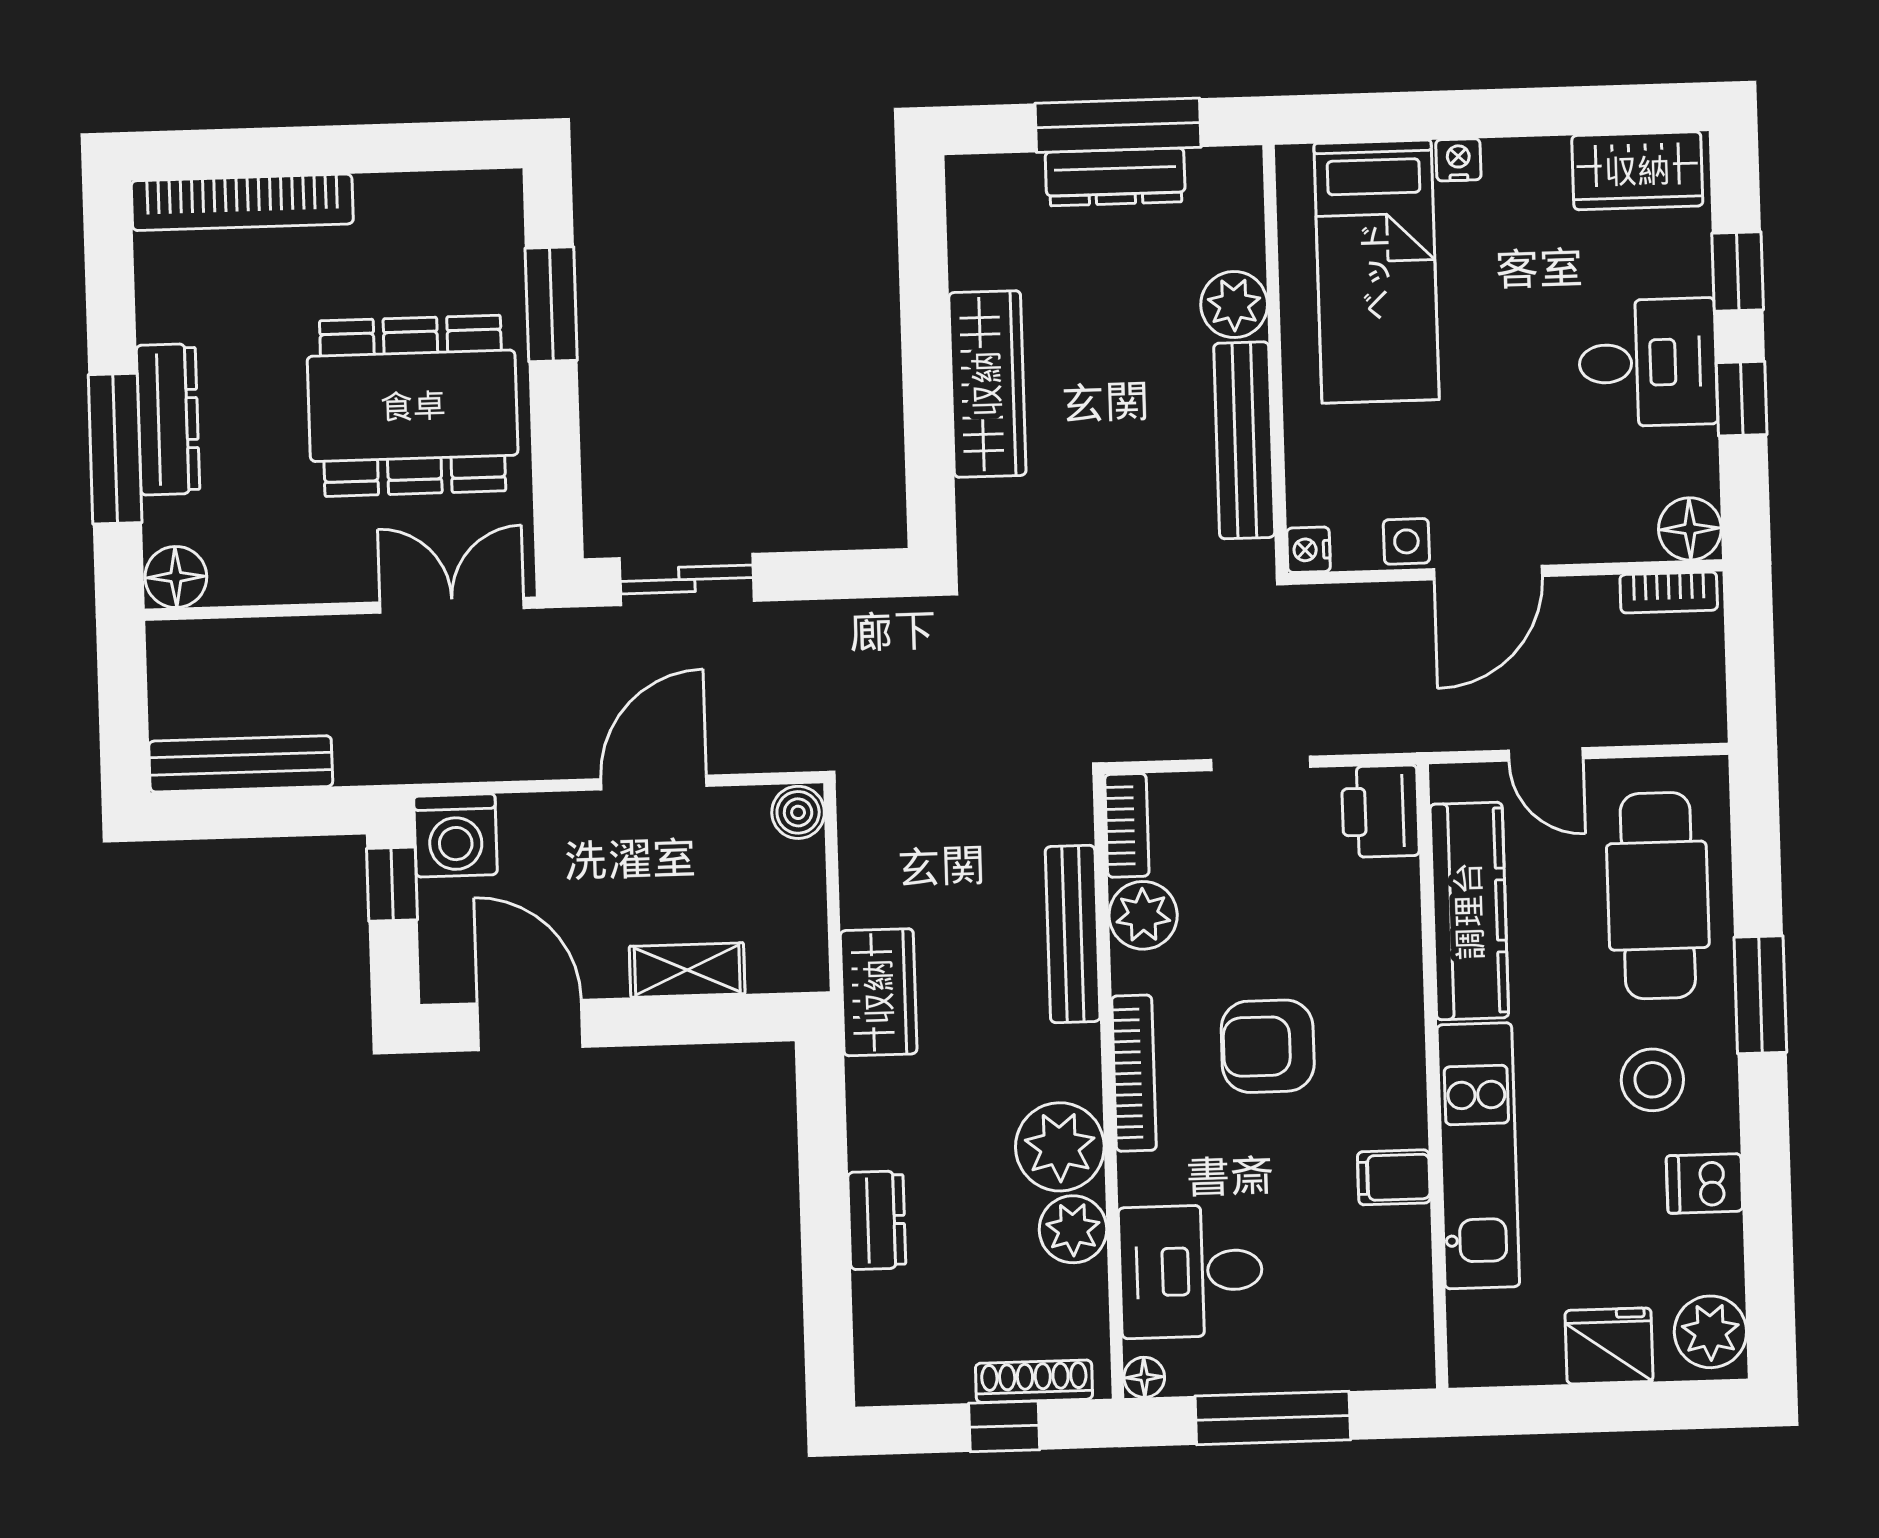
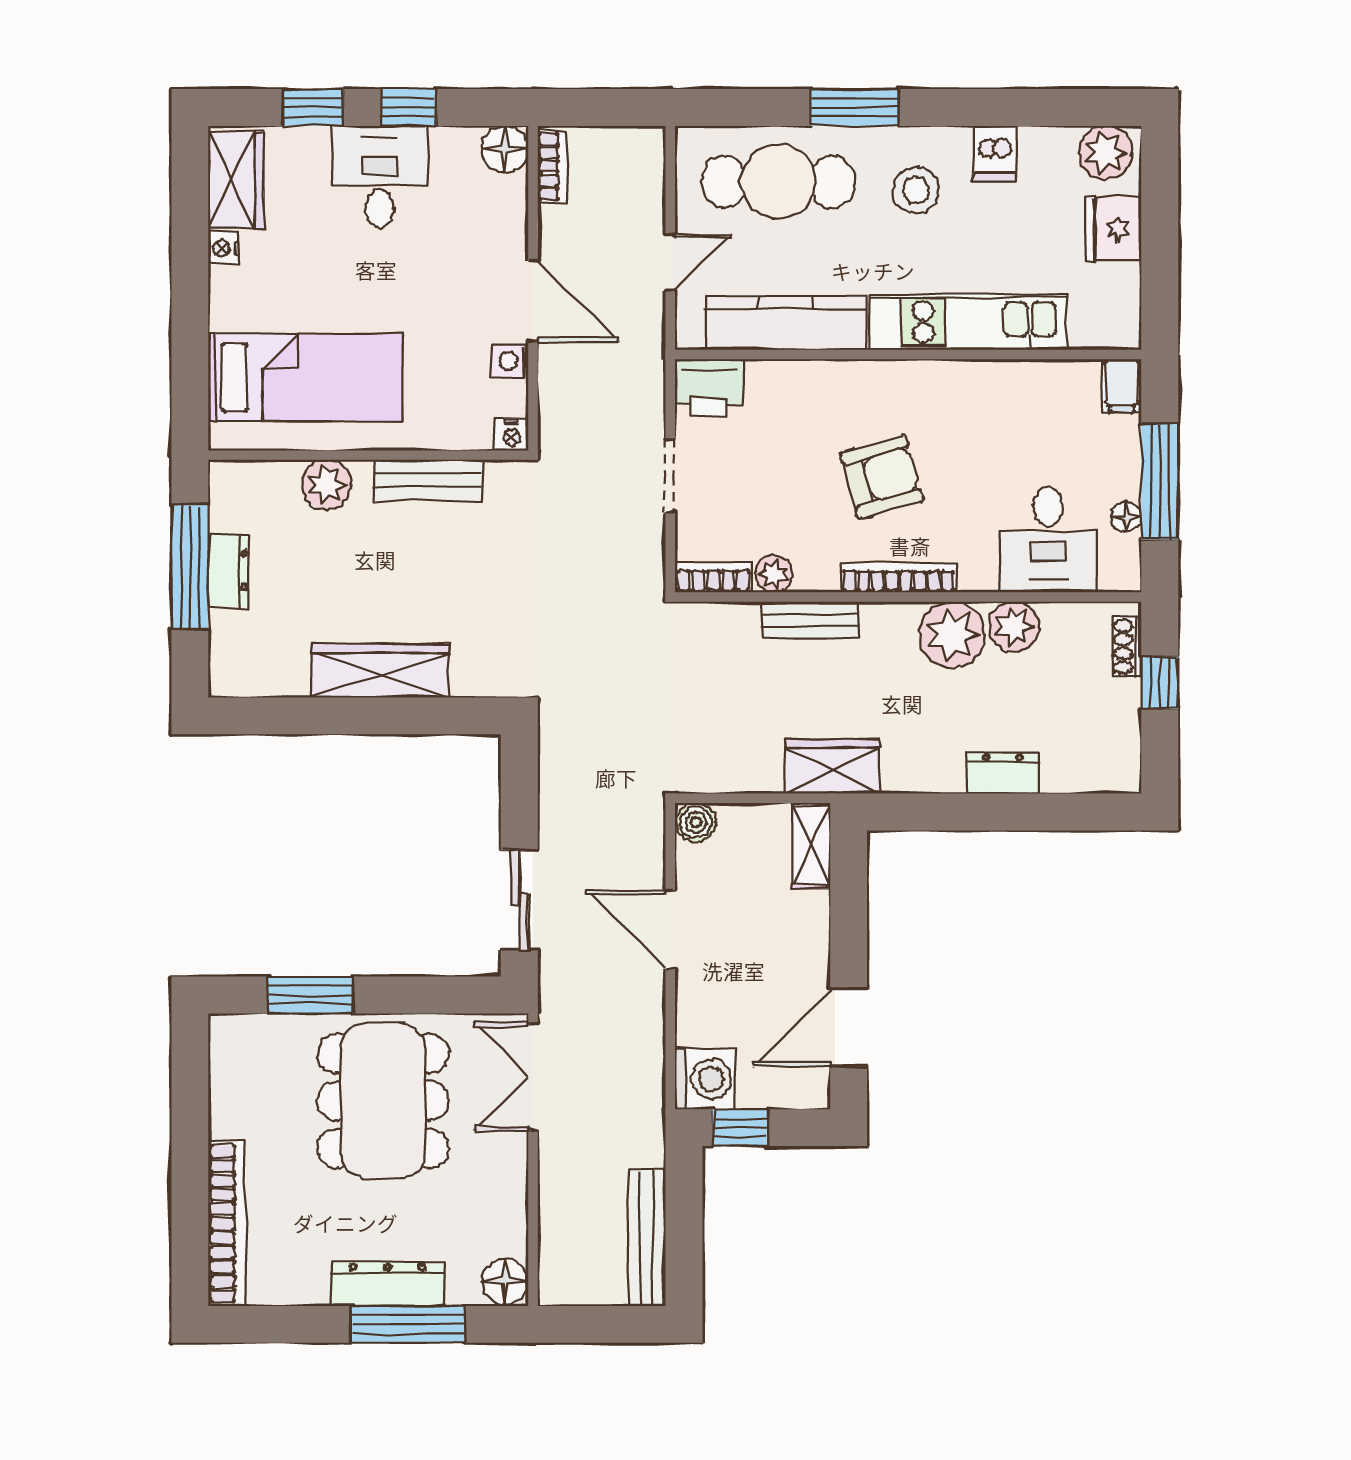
nightstand: (1458, 160) -> (224, 248), moved
dresser: (1115, 177) -> (228, 570), width x0.70
bench: (1244, 440) -> (428, 480), width x0.73
plant: (1143, 915) -> (774, 574), width x0.73, depth x0.73
bench: (1073, 934) -> (811, 620), width x0.73
shelving: (687, 970) -> (811, 845), moved
armchair: (1268, 1046) -> (882, 477), turned -106
filing cabinet: (1394, 1177) -> (1121, 386), moved
floor lamp: (1144, 1377) -> (1126, 517), moved
shoe rack: (1034, 1381) -> (1127, 646), width x0.70

